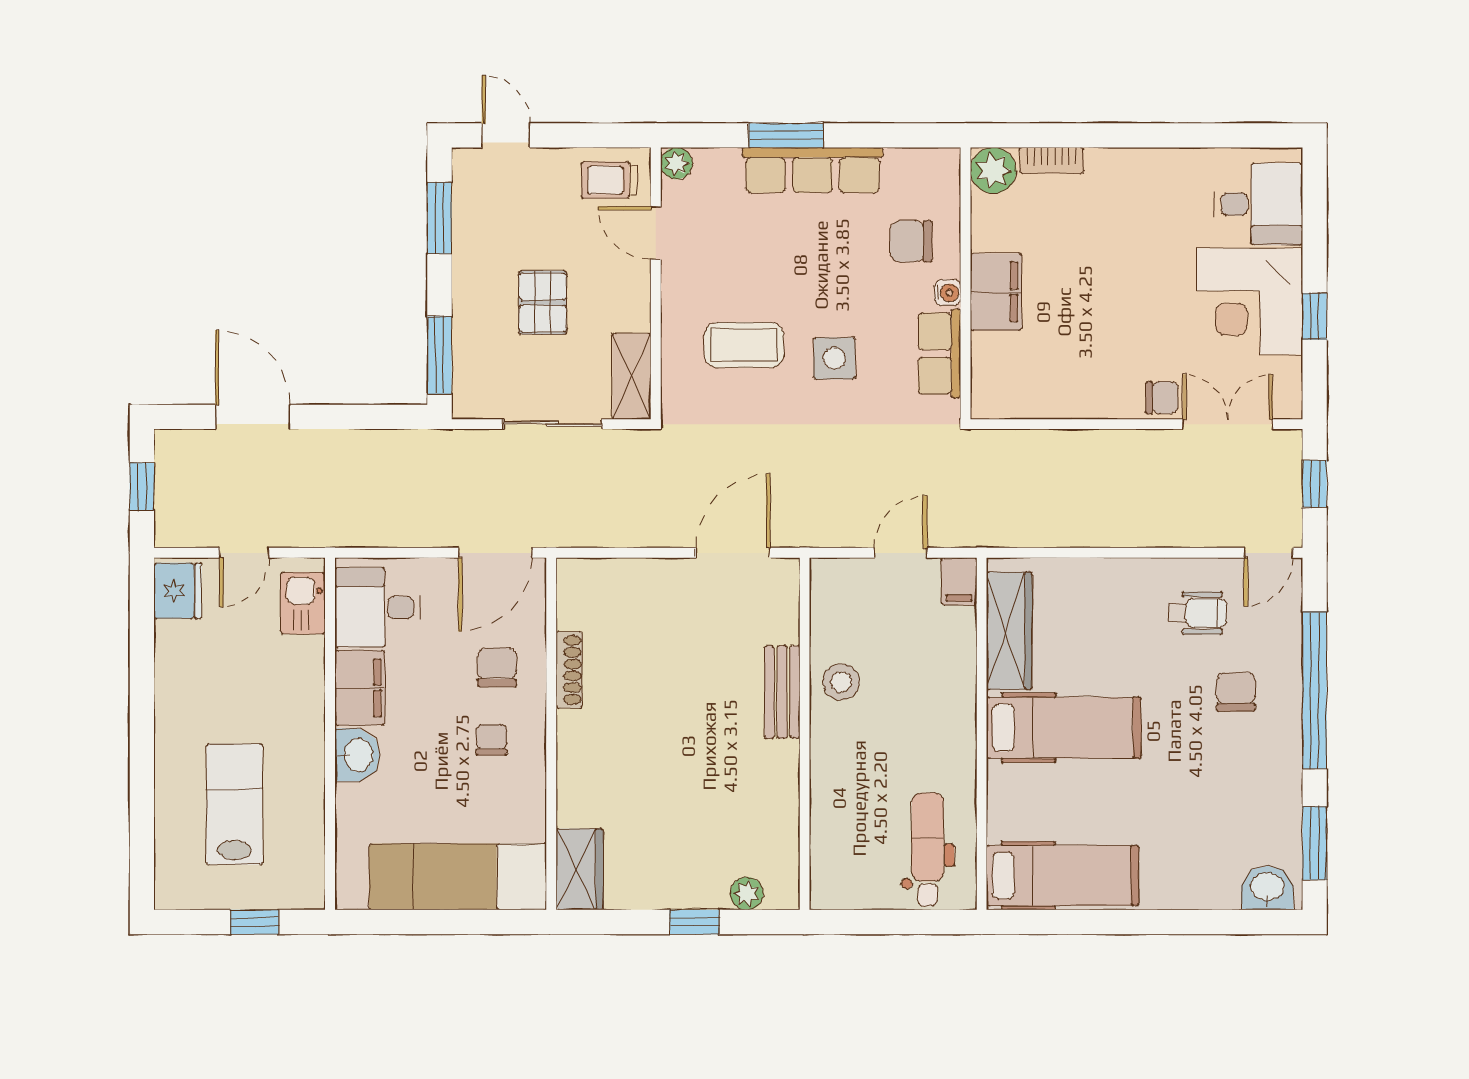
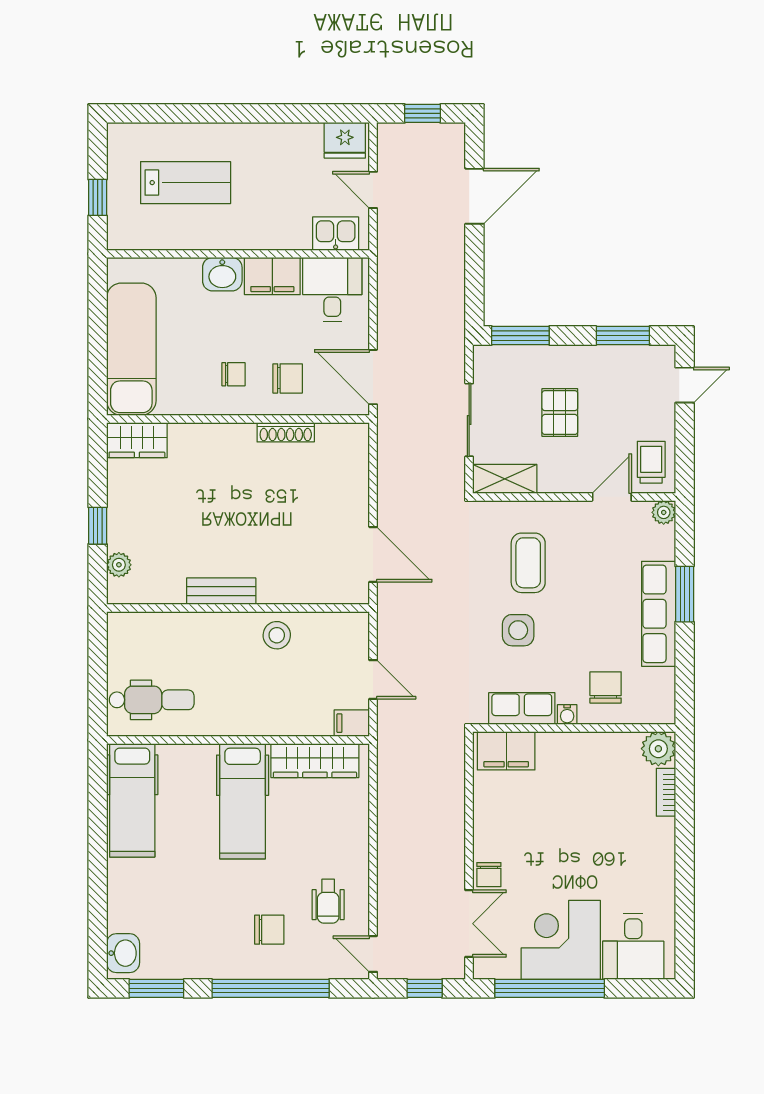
filing cabinet: (996, 292) -> (506, 751), moved
pallet: (543, 303) -> (560, 413), turned 90
window: (1315, 316) -> (550, 988), width x3.17
bench: (782, 692) -> (221, 591), moved

